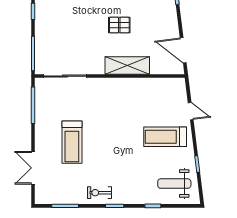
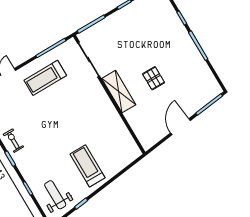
door: (183, 50) -> (180, 127), moved
shelving: (127, 65) -> (119, 92), moved
door: (191, 111) -> (119, 174), removed
treadmill: (72, 142) -> (45, 78), moved

